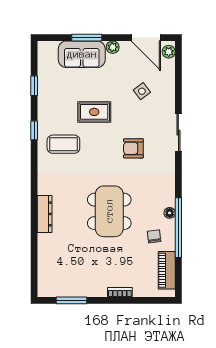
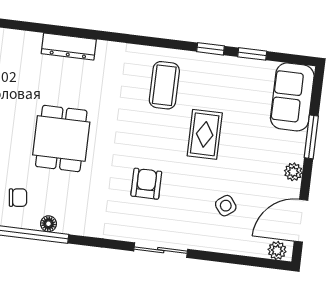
sofa: (82, 54) -> (292, 97), moved
window: (34, 130) -> (211, 49), moved
dining table: (109, 211) -> (61, 138), width x0.73

